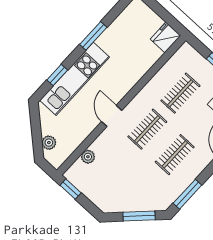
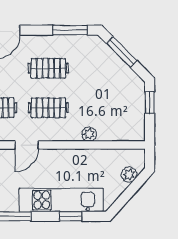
door: (112, 116) -> (27, 145), moved
plant: (88, 157) -> (89, 134), moved
window: (71, 189) -> (150, 103), moved

